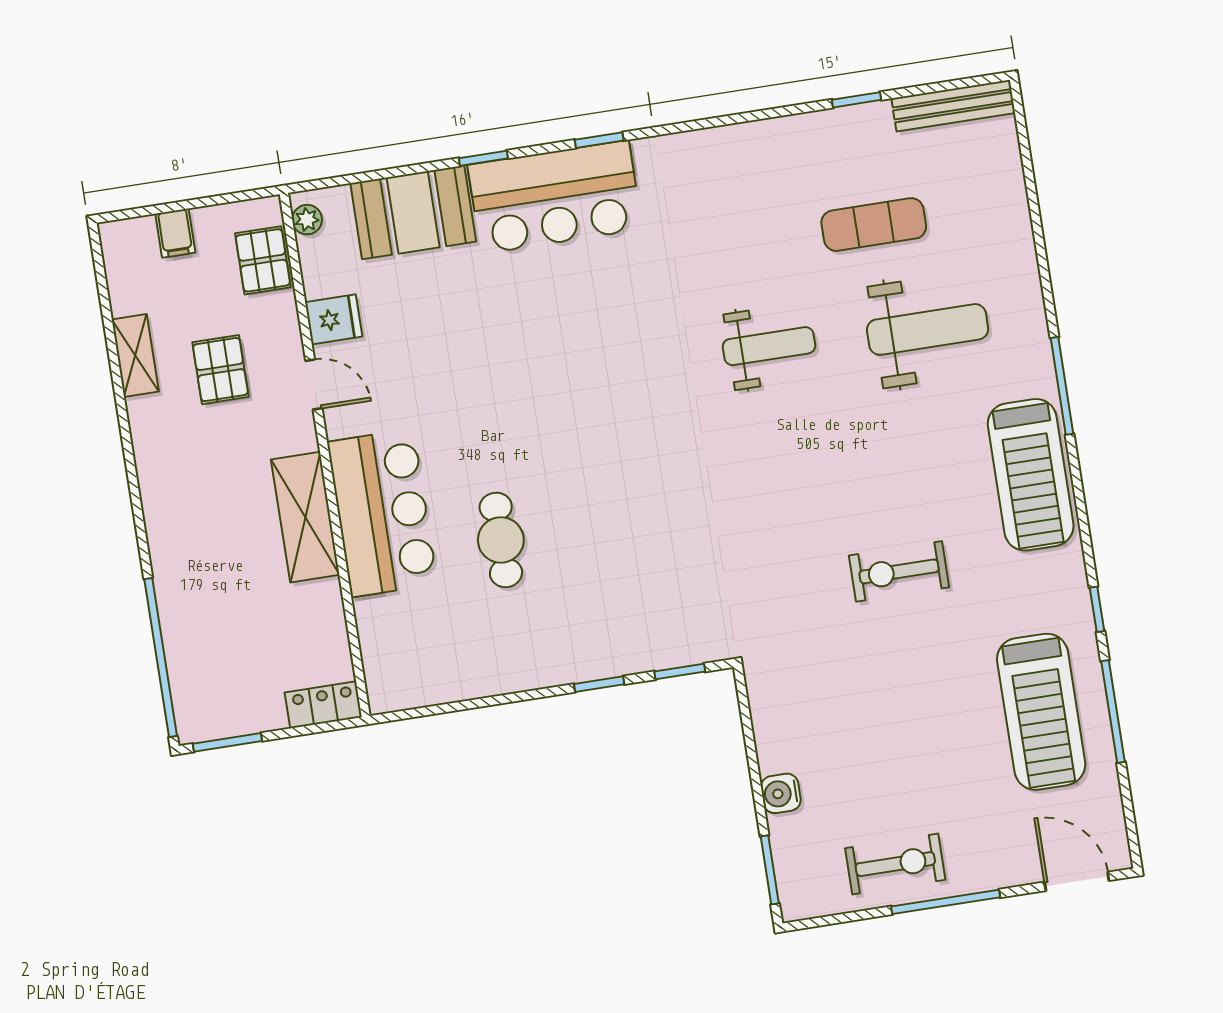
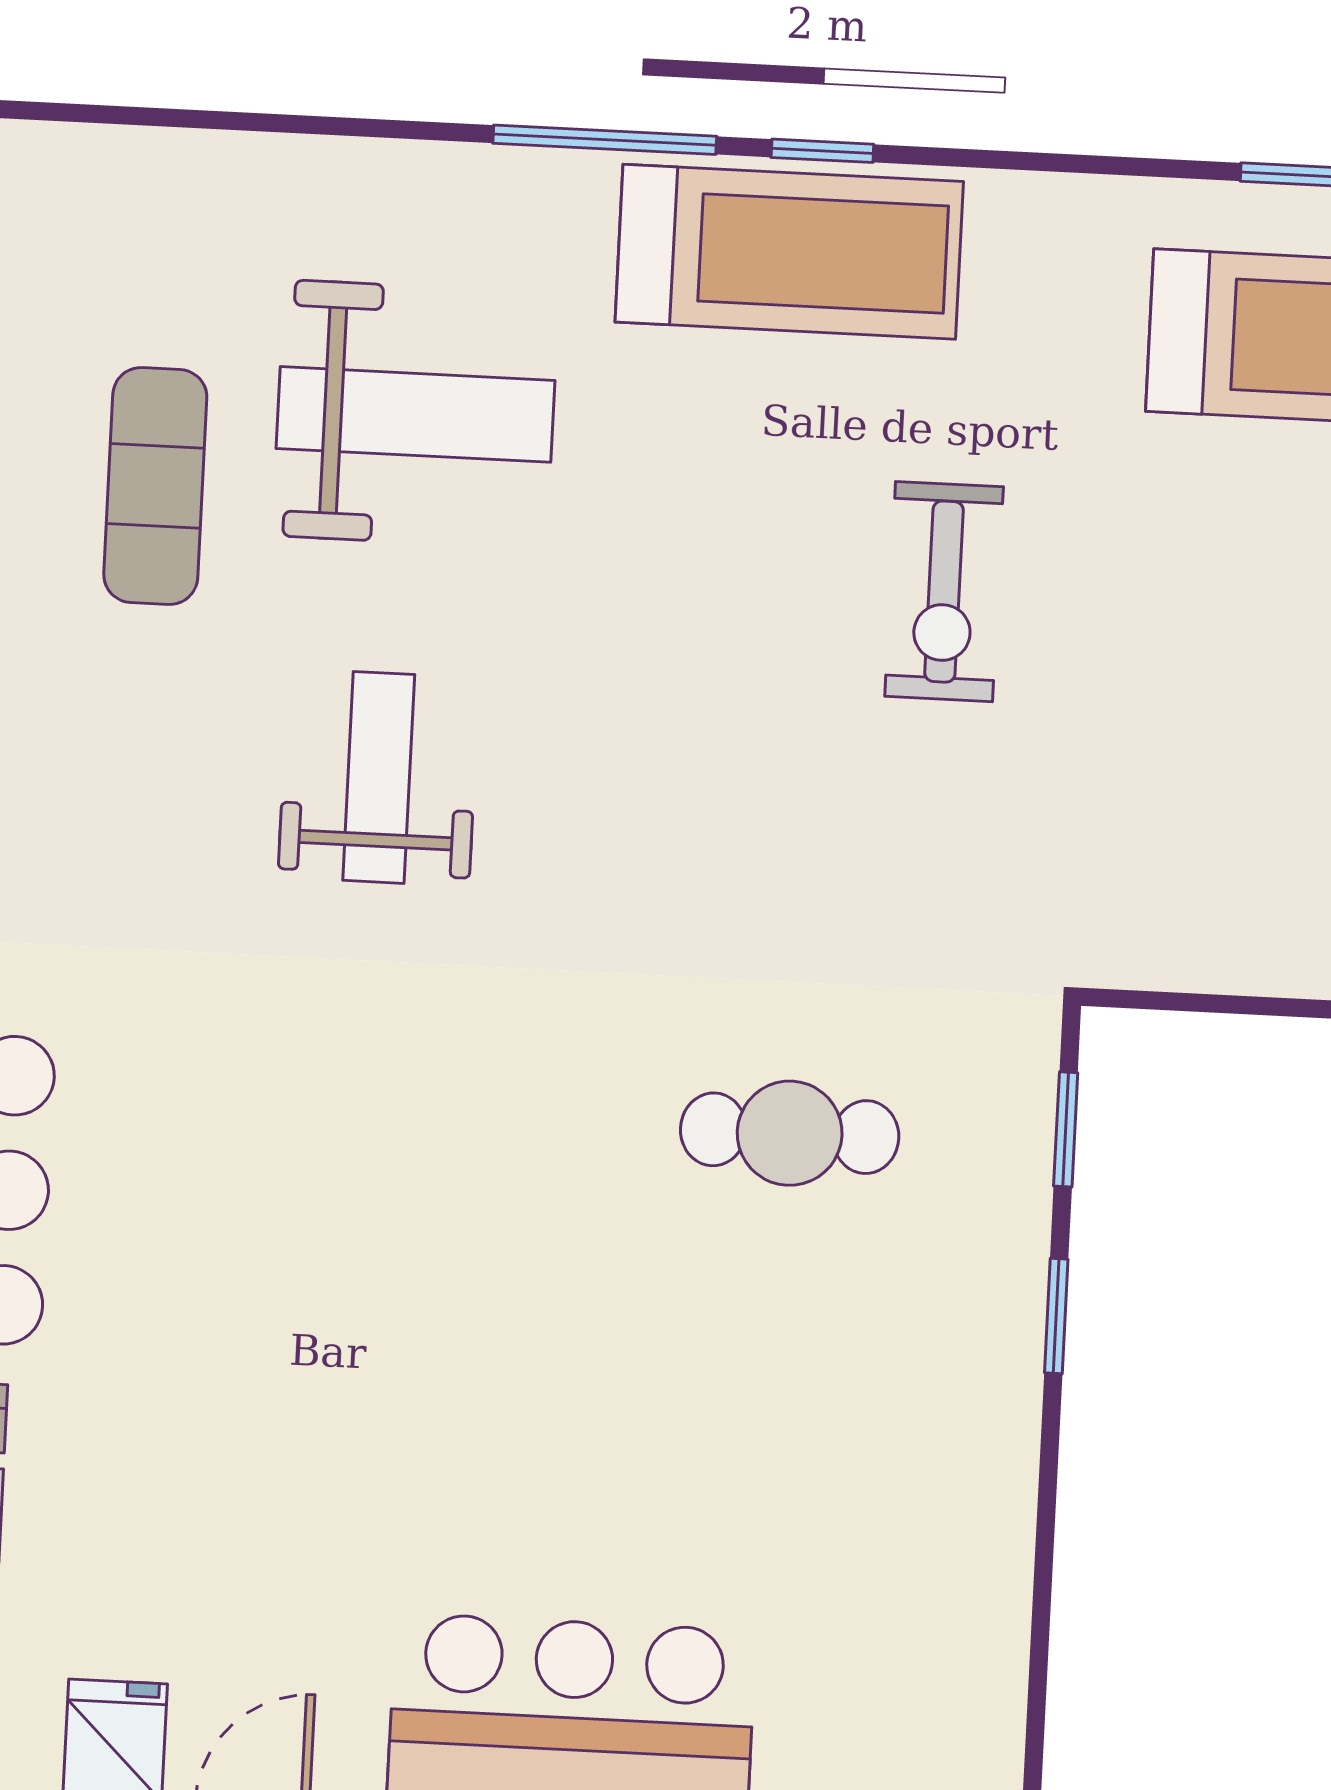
weight bench: (928, 329) -> (415, 414), turned 90
cafe table: (501, 540) -> (790, 1133), moved
window: (1097, 609) -> (822, 151), moved

